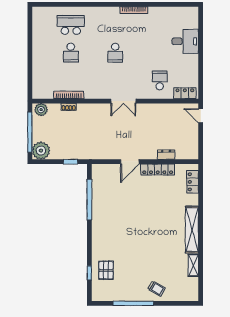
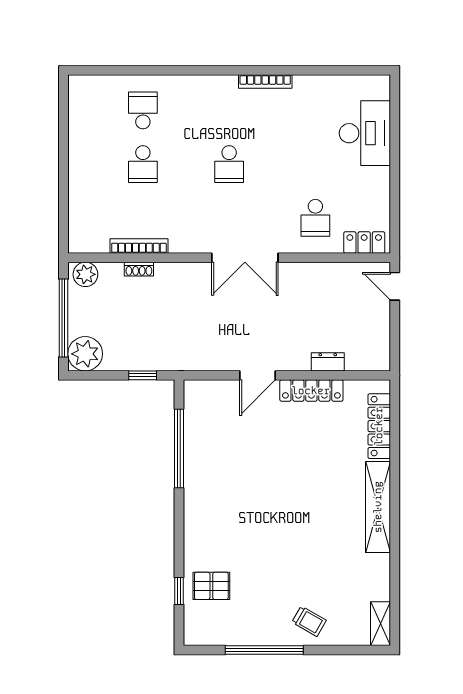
school desk: (71, 25) -> (143, 110), width x0.54
desk: (185, 41) -> (365, 133), width x1.37
school desk: (160, 80) -> (315, 218), turned 180
double door: (123, 101) -> (245, 258), width x1.37
locker: (193, 182) -> (379, 426), width x1.53
shelving: (193, 265) -> (380, 624), moved
pallet: (106, 270) -> (211, 586), turned 90

